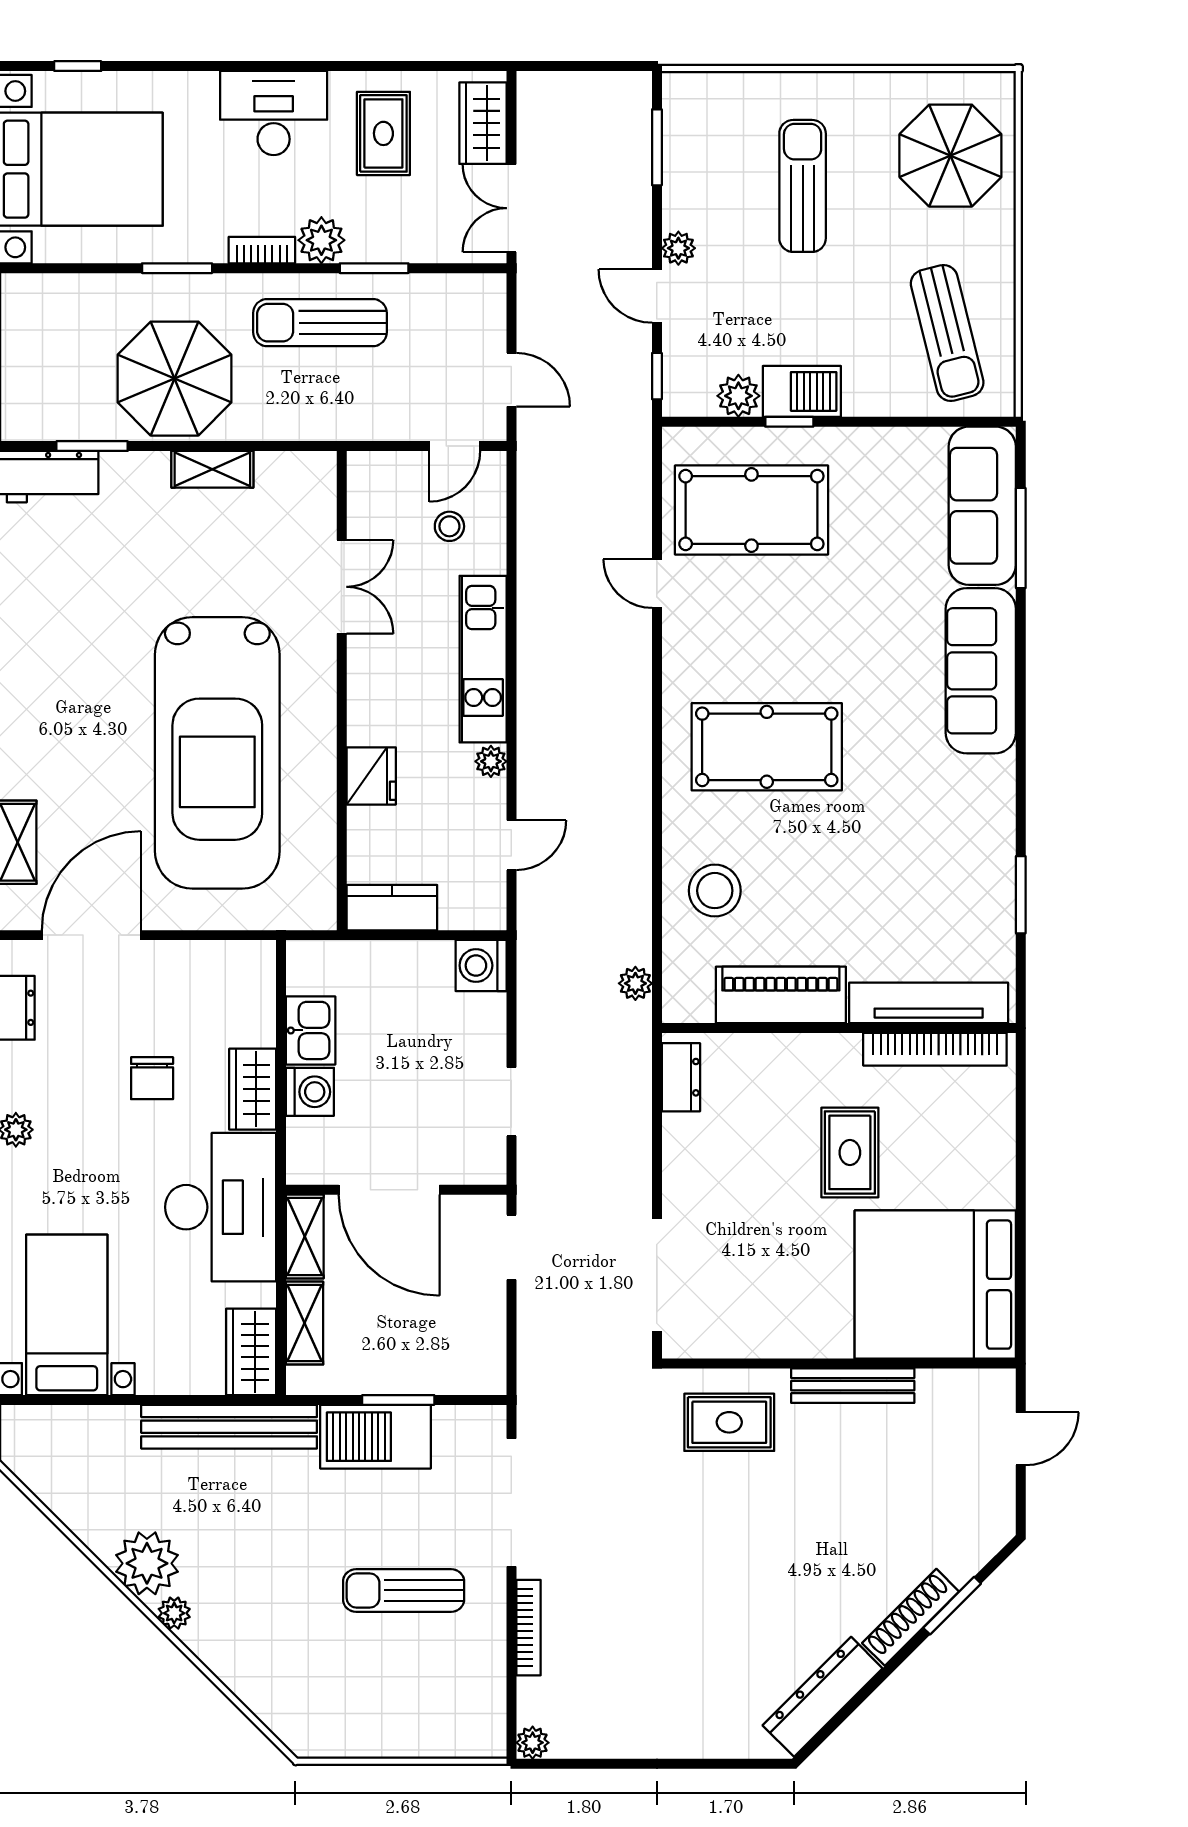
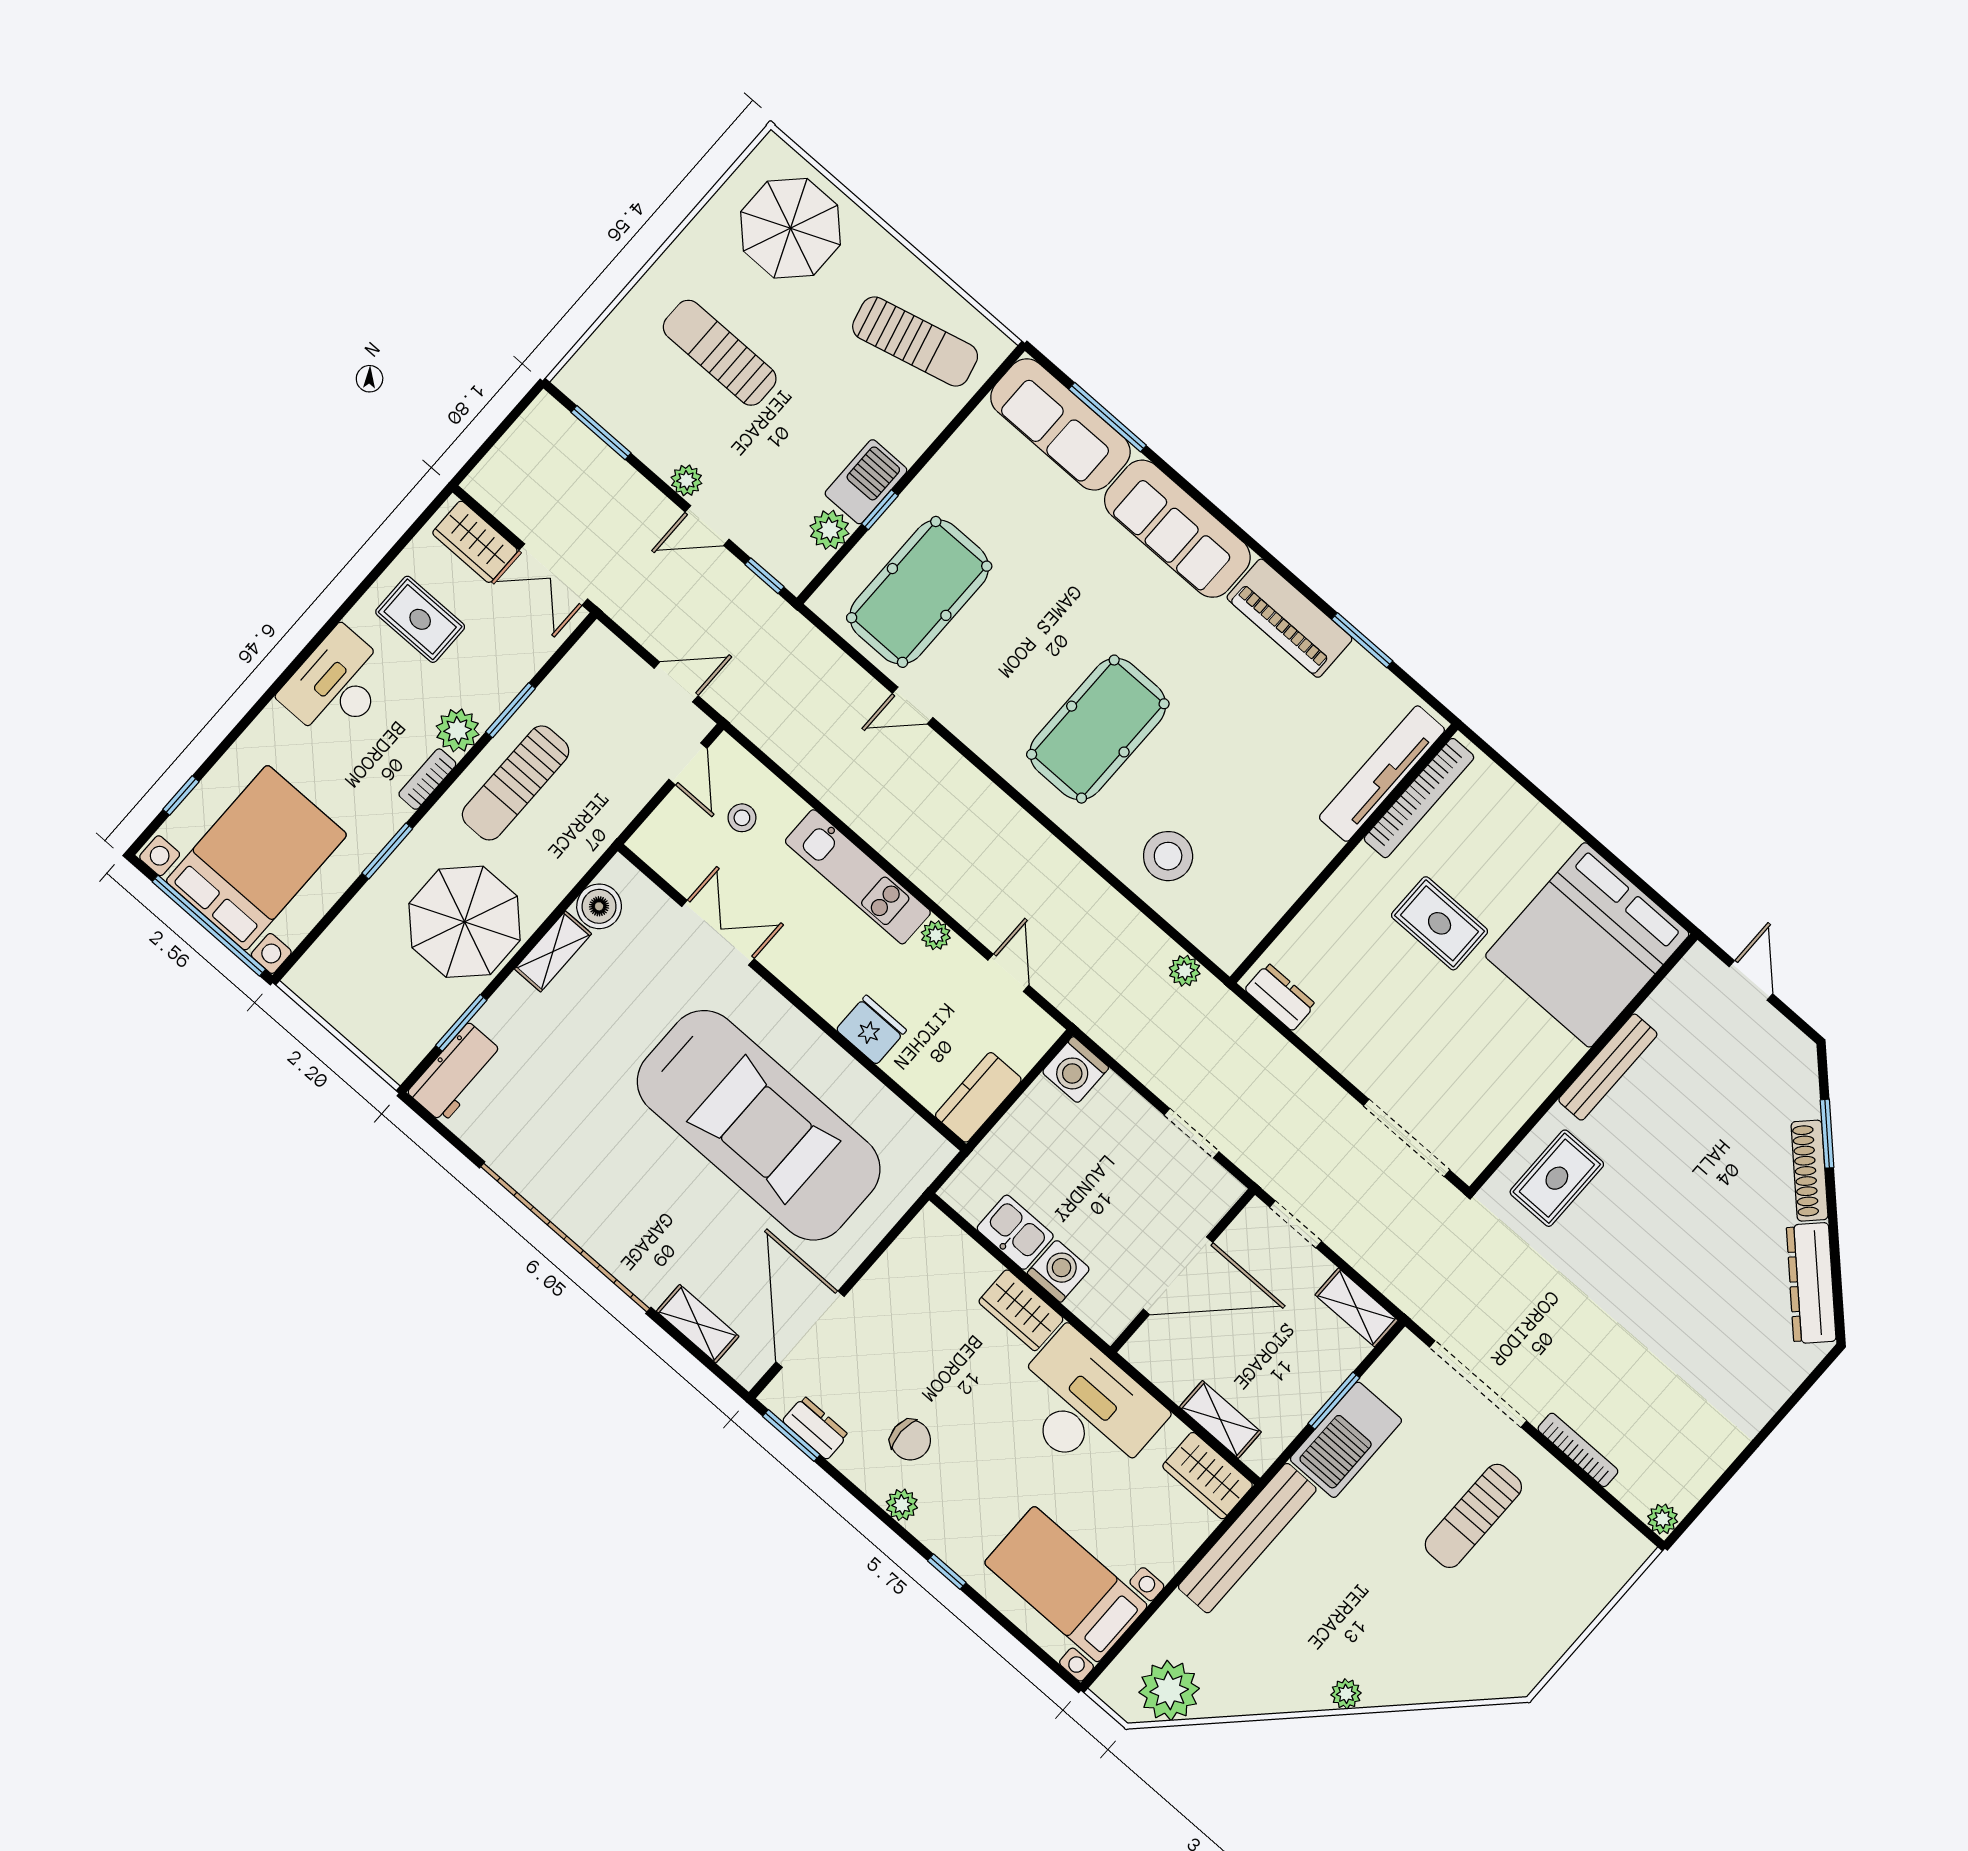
boiler: (280, 474) -> (599, 906), added
piano: (781, 995) -> (1289, 618), moved, turned -90
chair: (152, 1078) -> (910, 1440), moved
shelving: (305, 1237) -> (1356, 1307), moved
plant: (147, 1563) -> (1169, 1690), moved

